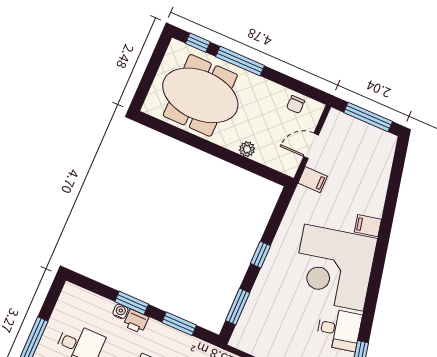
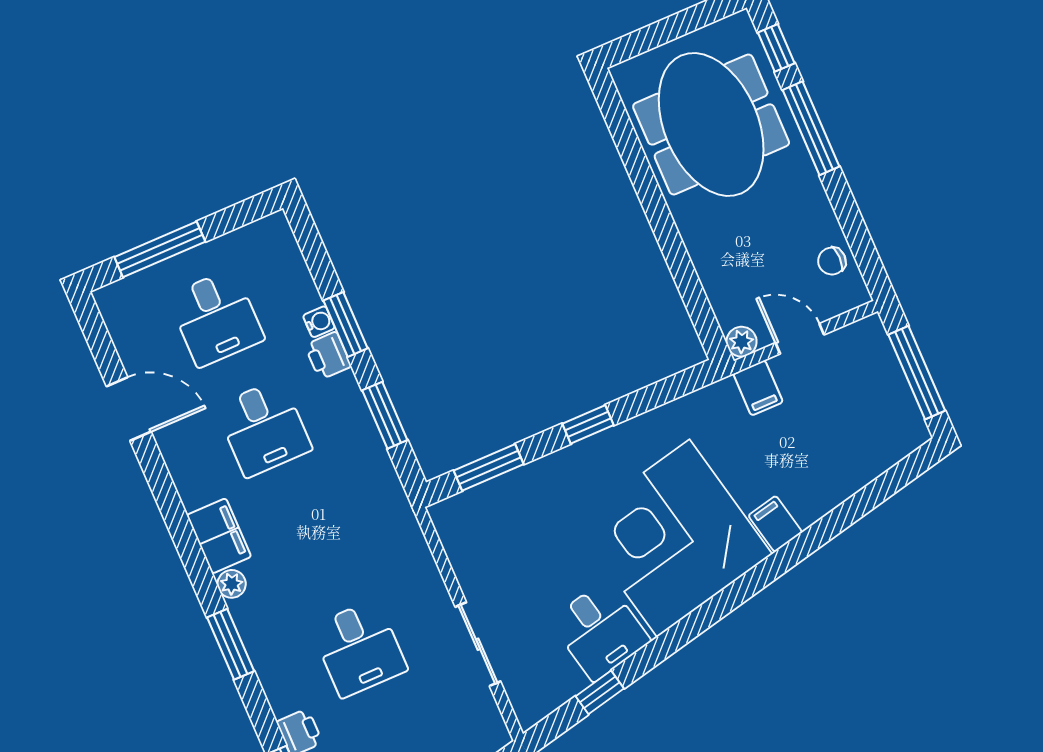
plant: (247, 149) -> (742, 342), moved

